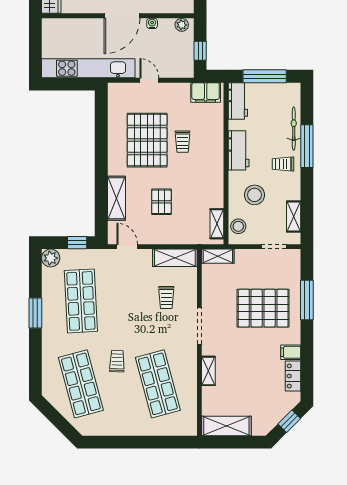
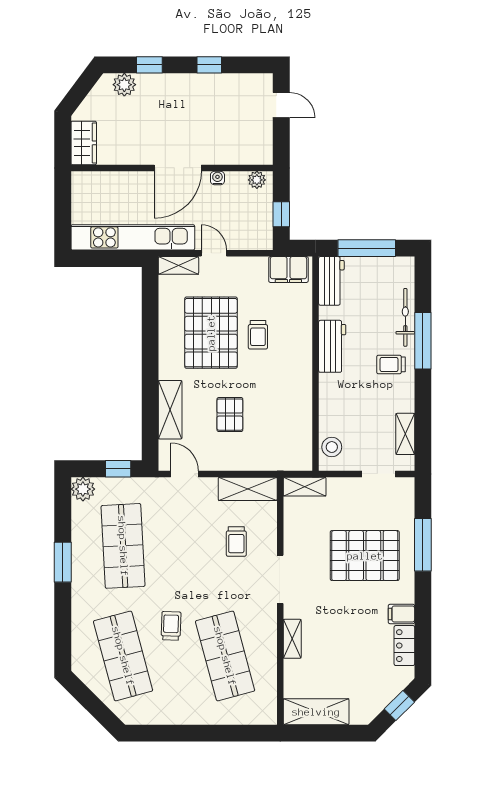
stool: (254, 195) -> (353, 405), removed
shelving: (217, 224) -> (178, 265), moved, turned 90

